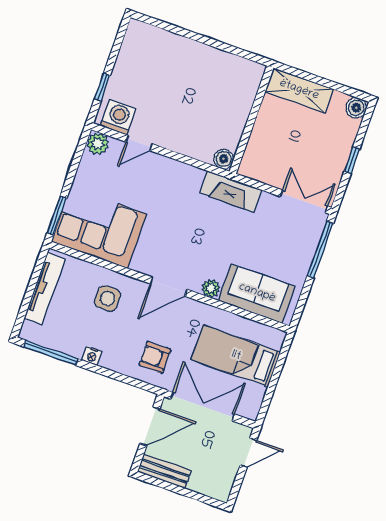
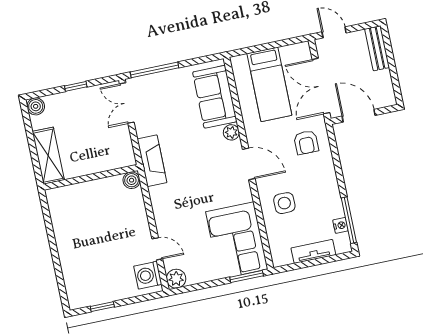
window: (102, 87) -> (102, 307), moved
tv unit: (45, 288) -> (313, 251), width x0.71
nightstand: (92, 356) -> (341, 225), moved
bench: (164, 471) -> (377, 48), moved

